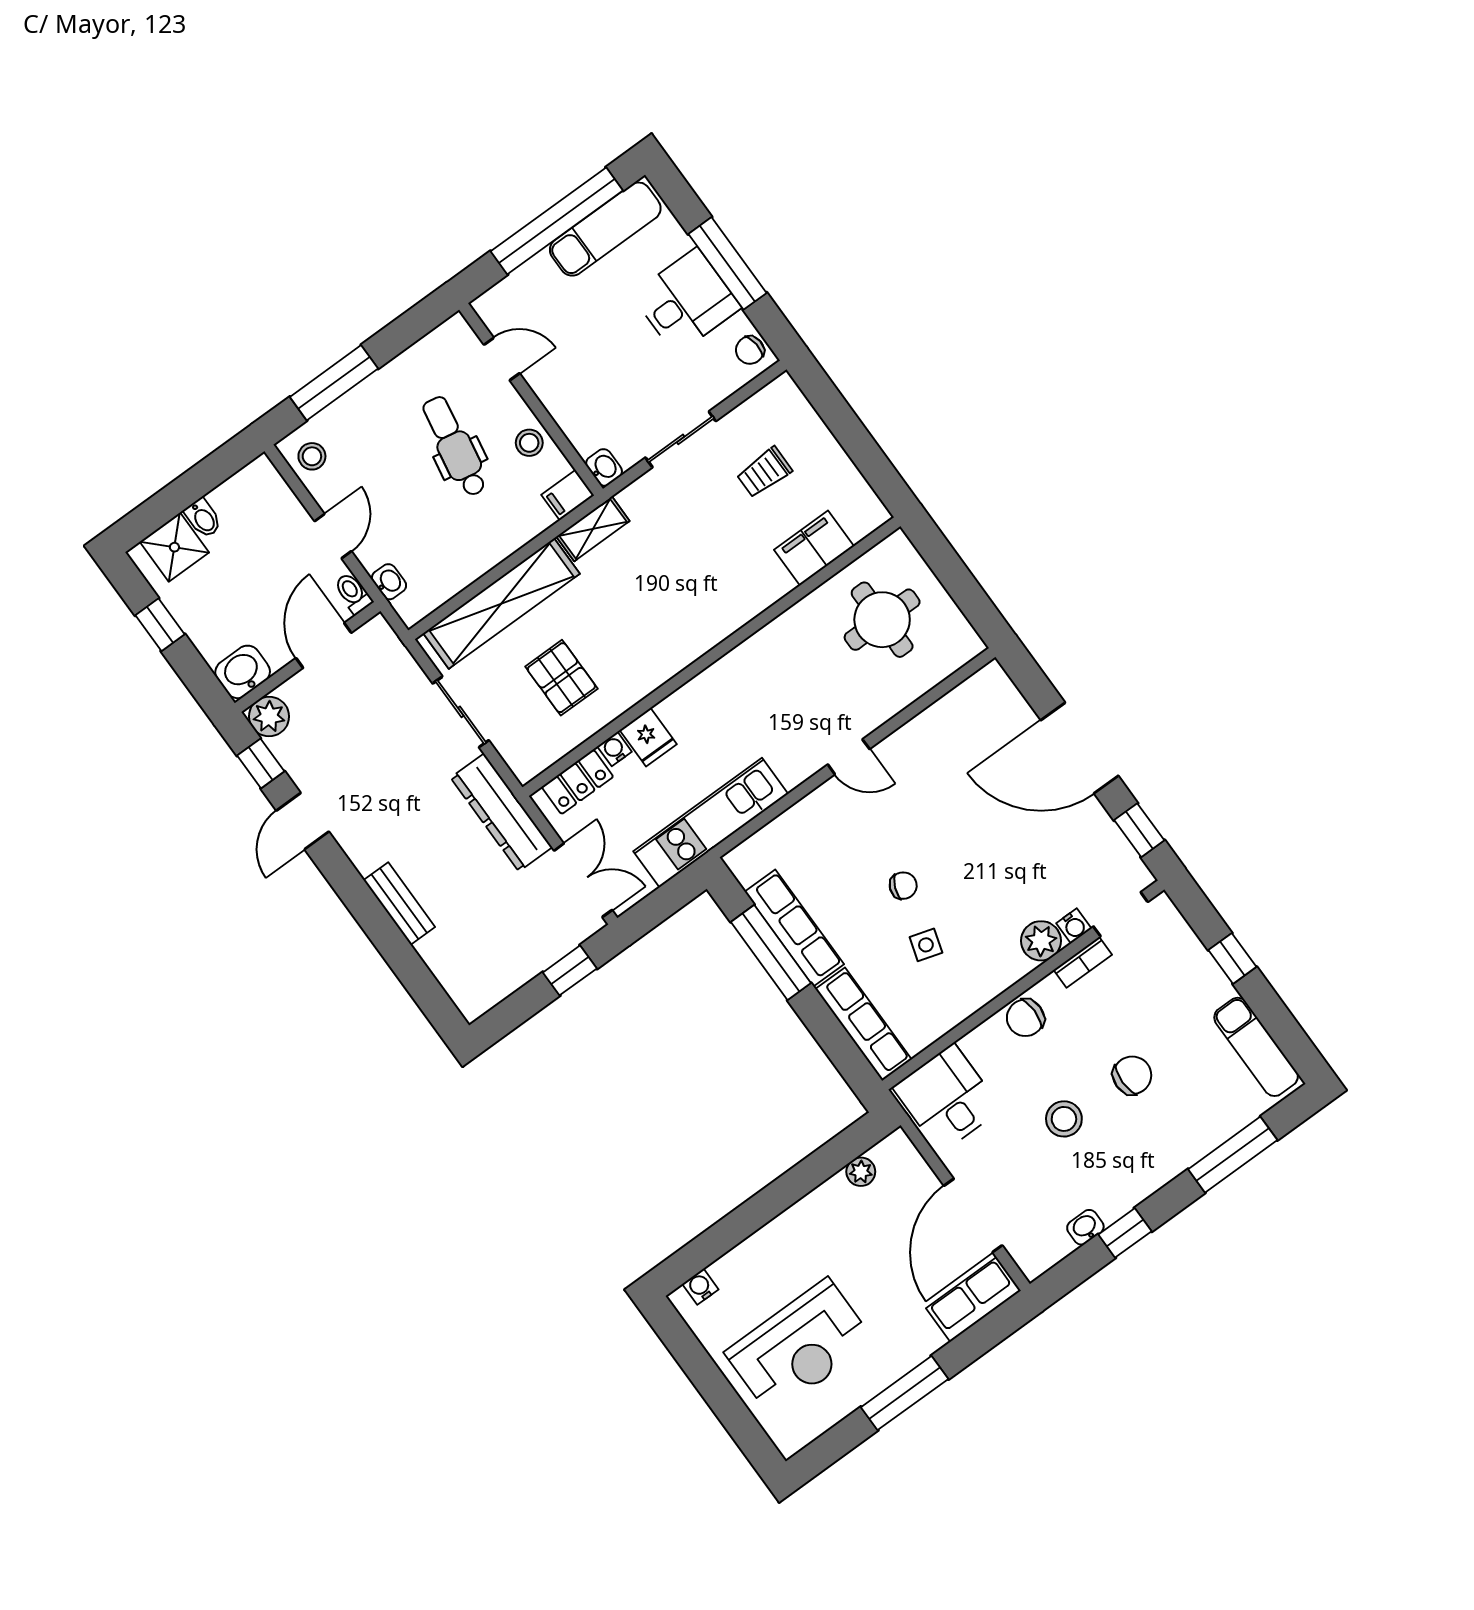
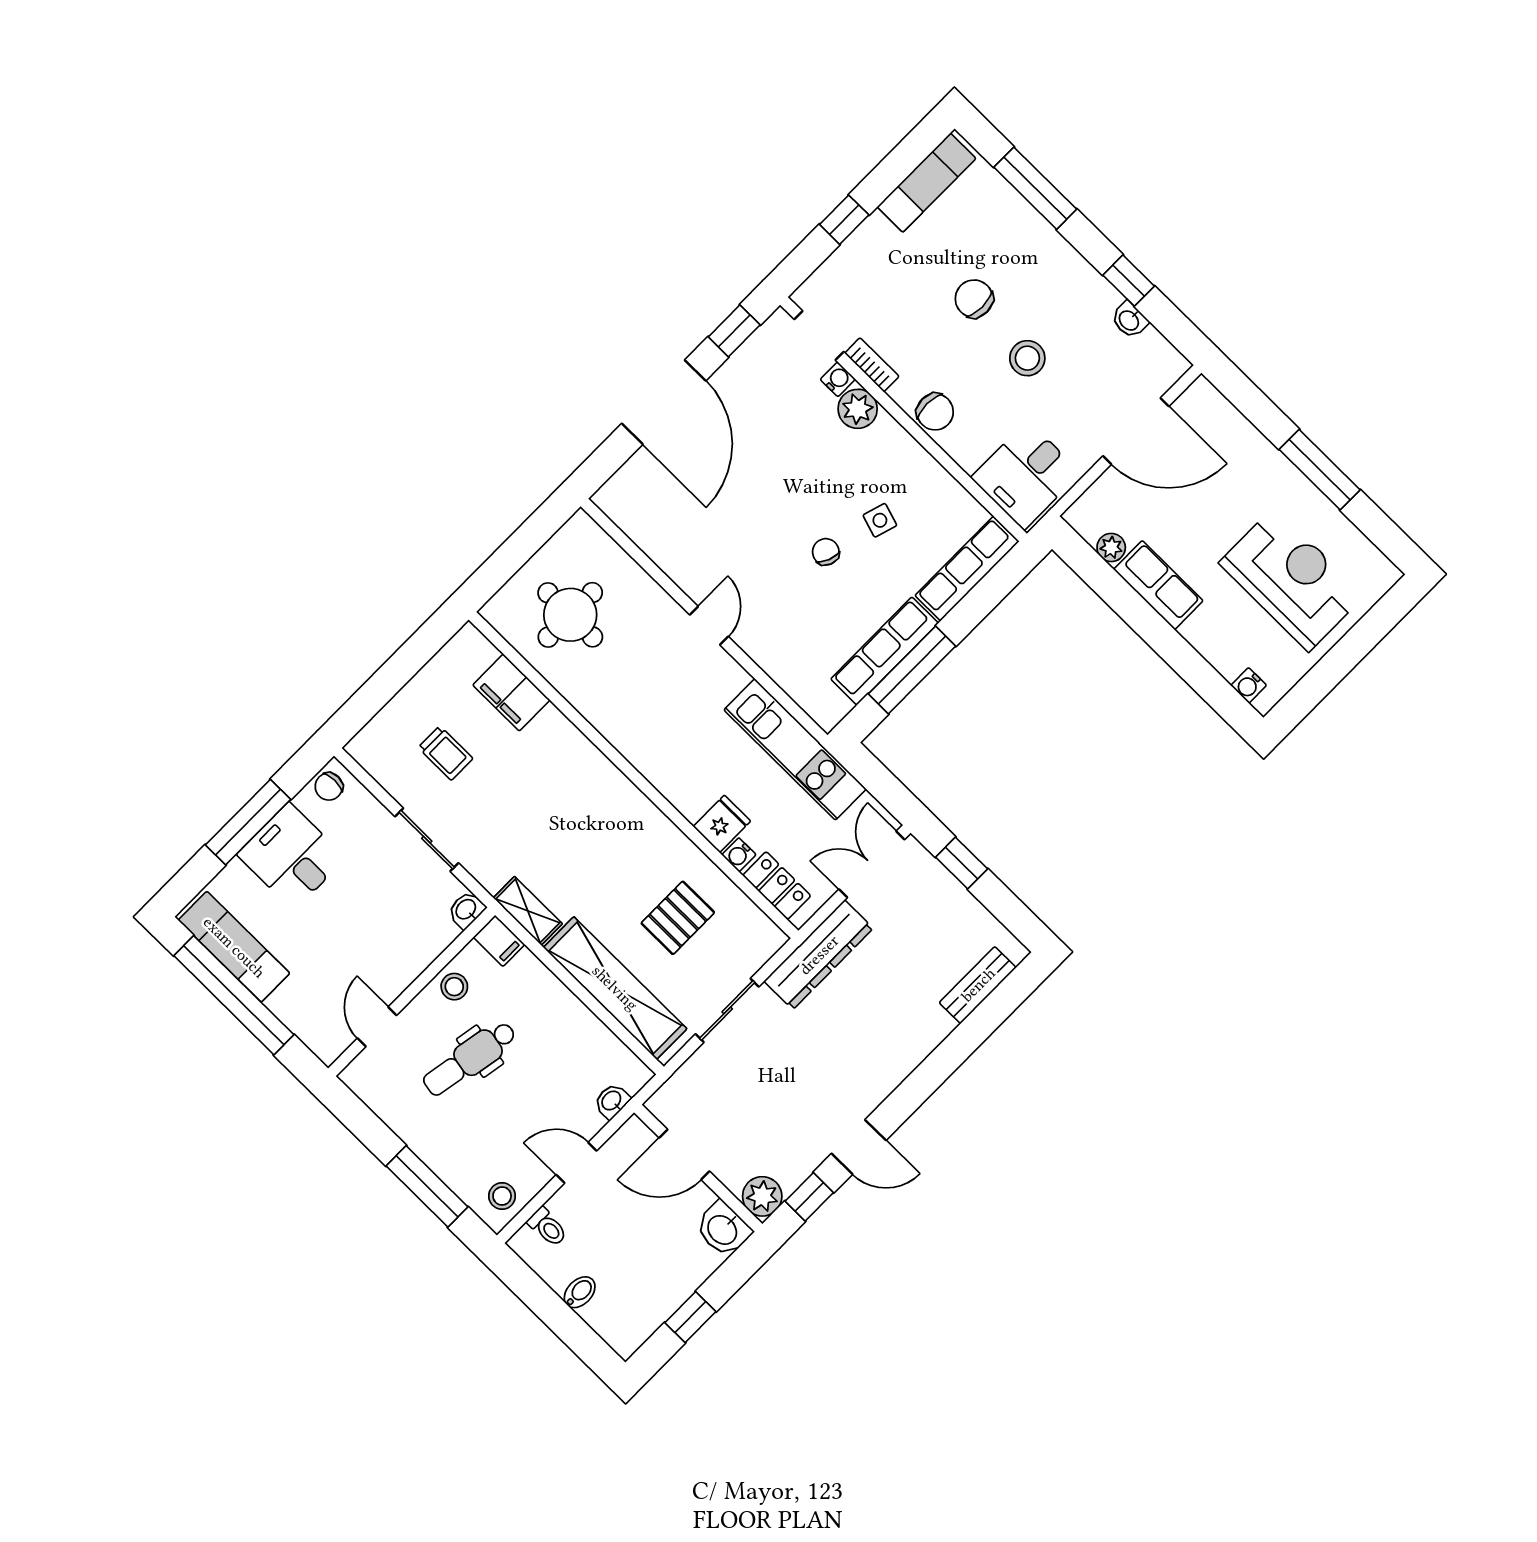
chair: (750, 350) -> (329, 787), turned 95
shower: (174, 547) -> (612, 1315), removed
toilet: (353, 593) -> (547, 1227), moved, turned -90
bench: (399, 904) -> (978, 985), moved
row of seats: (974, 1299) -> (1158, 585), moved, turned 180

